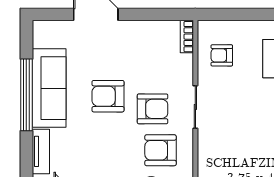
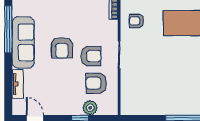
window: (26, 95) -> (8, 29), moved
armchair: (108, 96) -> (62, 48), turned -90

